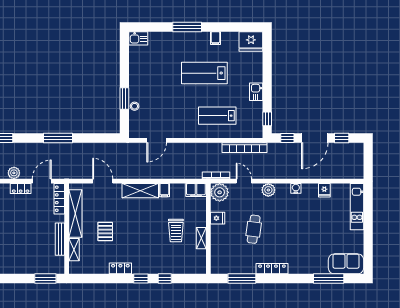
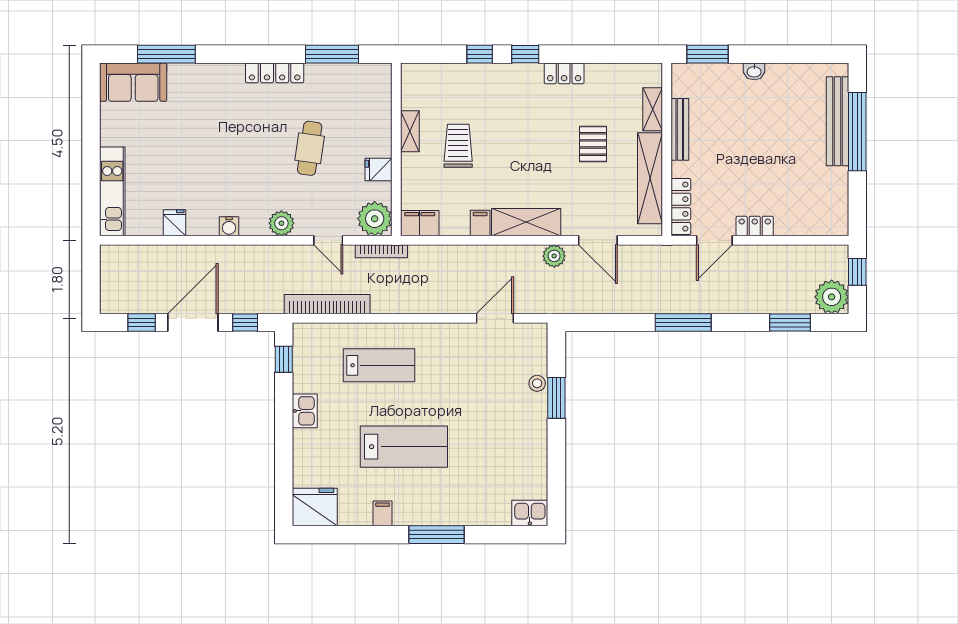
plant: (14, 173) -> (554, 256), moved
washbasin: (21, 269) -> (754, 71), added

